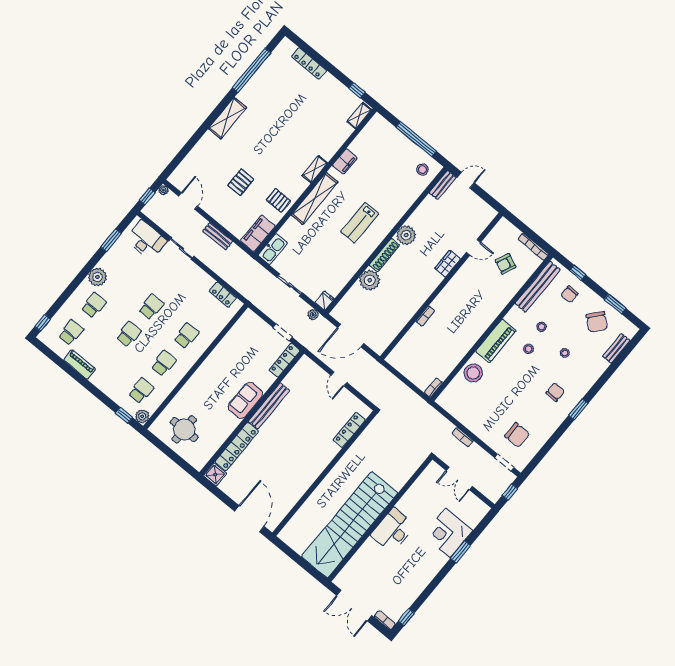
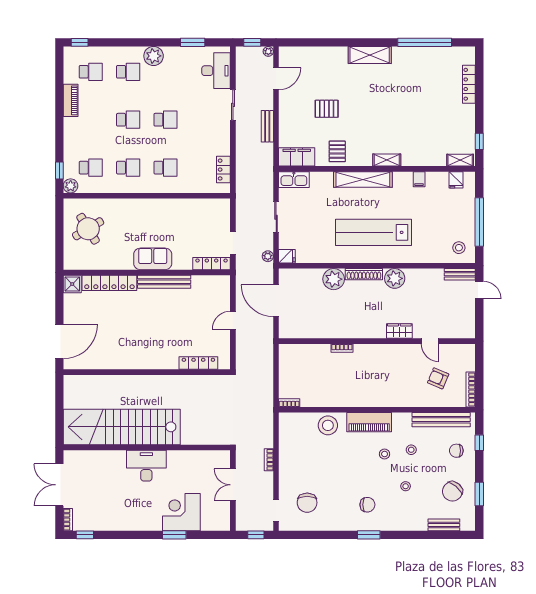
fridge: (371, 131) -> (456, 180), added
filing cabinet: (345, 162) -> (419, 179), width x0.50
lab bench: (360, 223) -> (374, 232), width x1.86, depth x1.39
round table: (184, 429) -> (88, 229), turned -31

